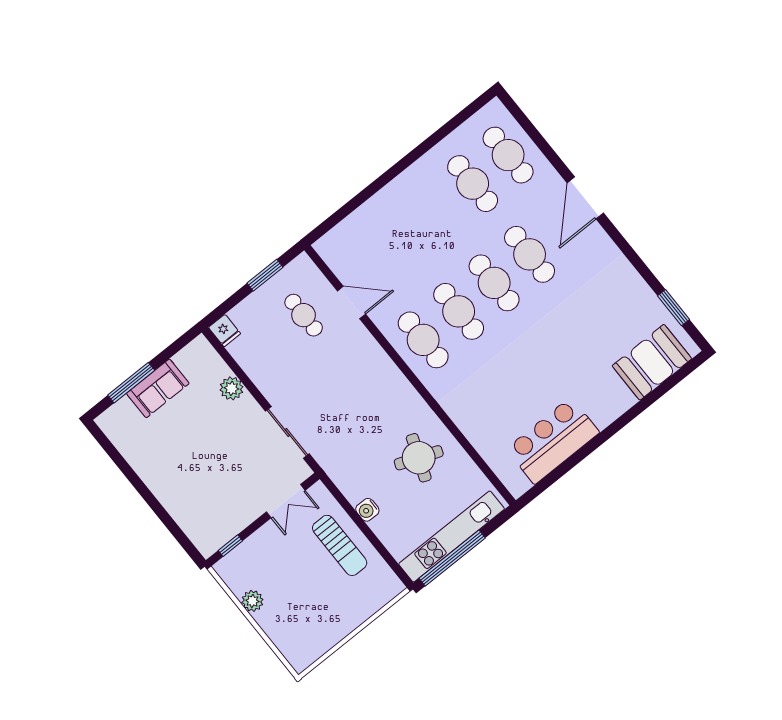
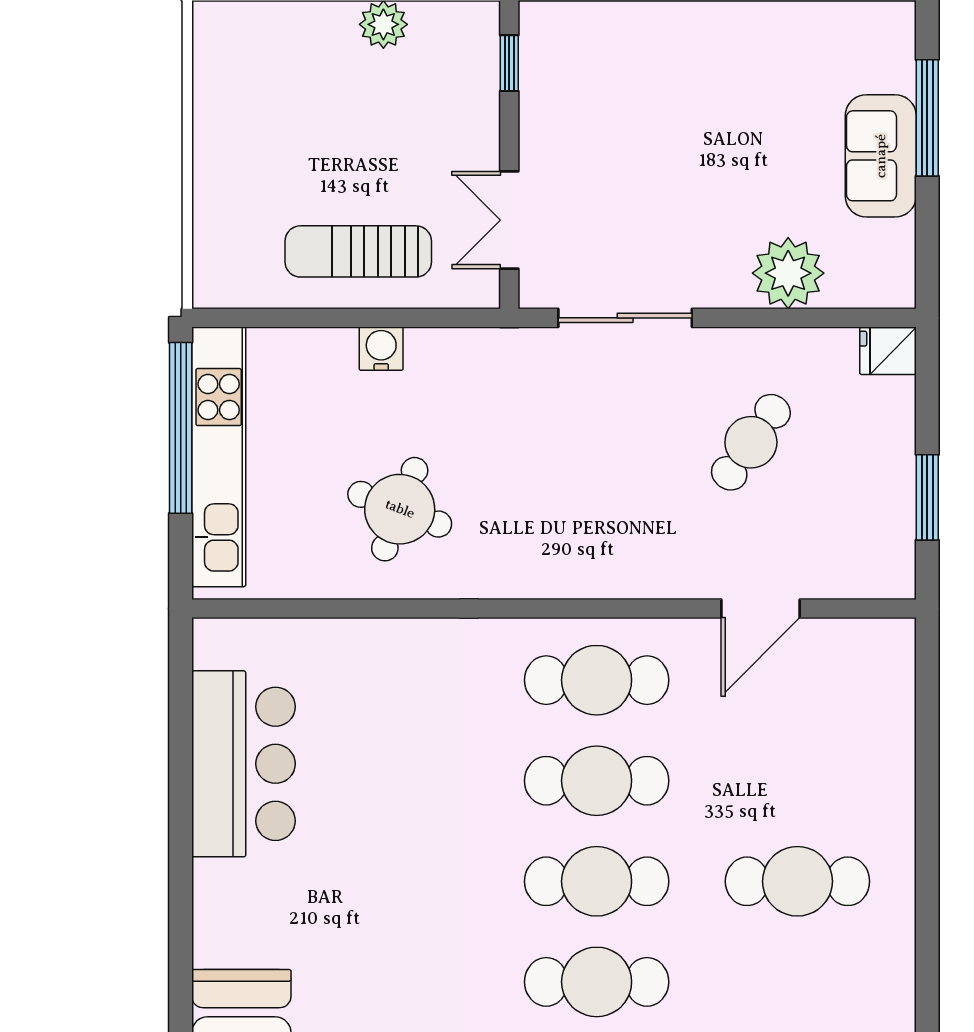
cafe table: (473, 184) -> (797, 881), moved
cafe table: (304, 315) -> (751, 442), moved, turned -55
plant: (231, 388) -> (788, 273), width x1.36, depth x1.36

